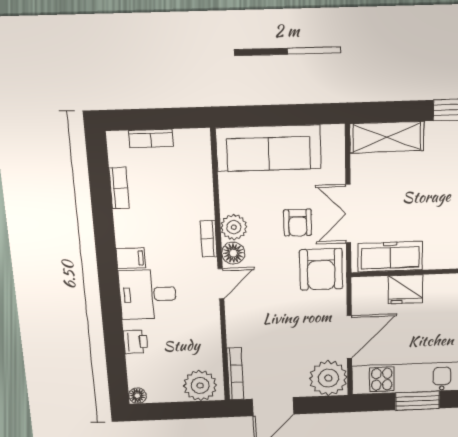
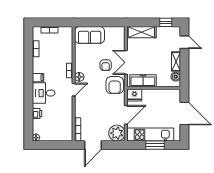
sofa: (268, 148) -> (90, 35), width x0.73
plant: (234, 227) -> (80, 66), removed
fridge: (405, 289) -> (135, 95), moved
plant: (200, 386) -> (63, 134), removed

